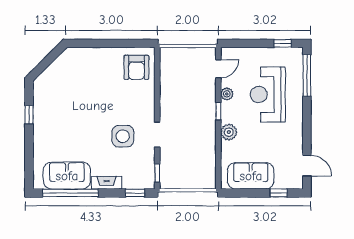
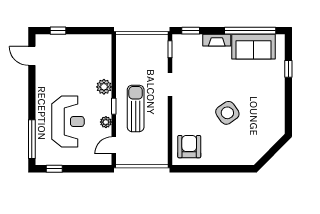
sun lounger: (195, 109) -> (136, 108), added
window: (29, 115) -> (288, 69), moved
side table: (123, 136) -> (227, 113), moved, turned -35
sofa: (251, 176) -> (84, 46), removed

